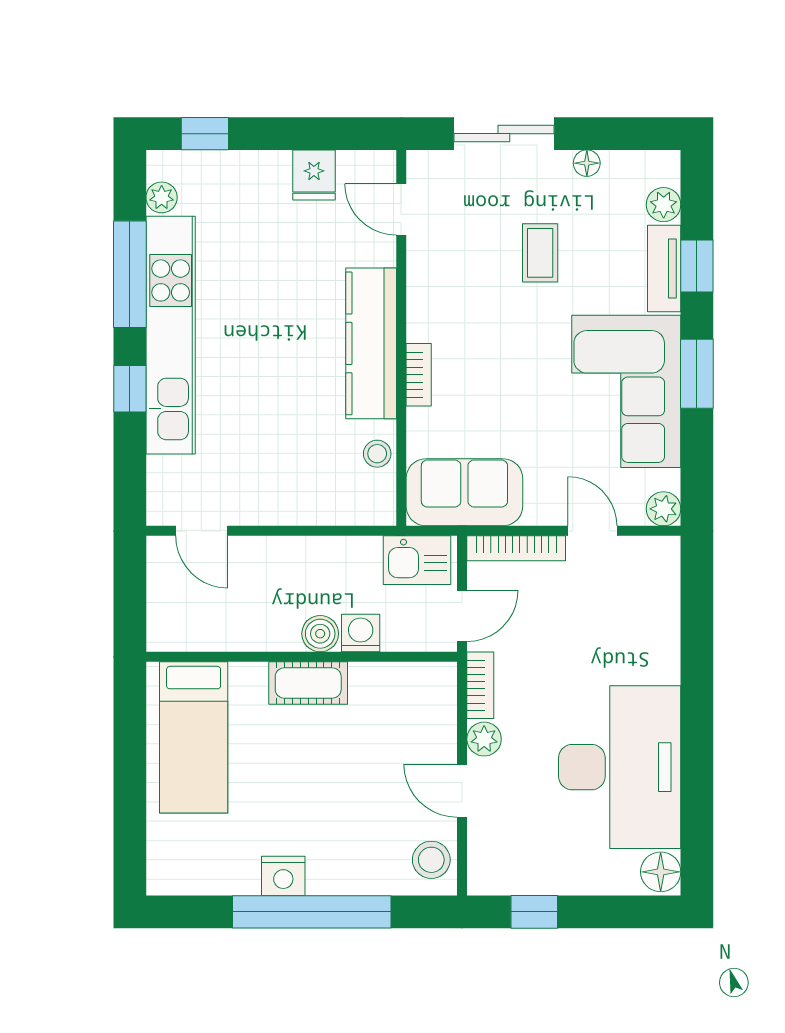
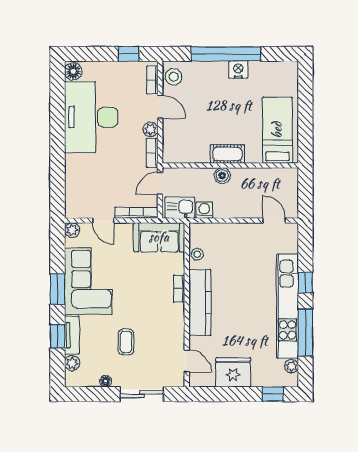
fridge: (314, 175) -> (233, 372), width x1.88, depth x1.34
washing machine: (361, 633) -> (204, 210), moved, turned 180
bookcase: (480, 852) -> (152, 80), added

